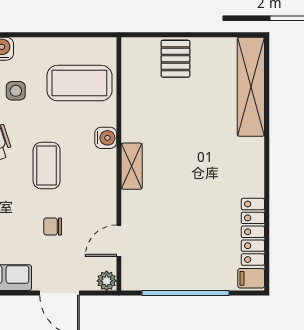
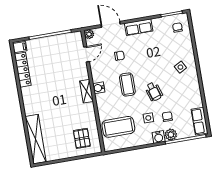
pallet: (175, 59) -> (82, 138), moved
water cooler: (106, 138) -> (99, 88), moved

